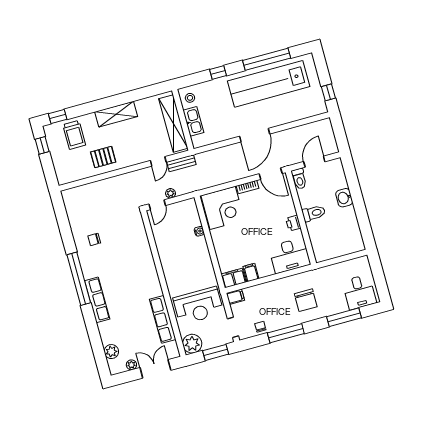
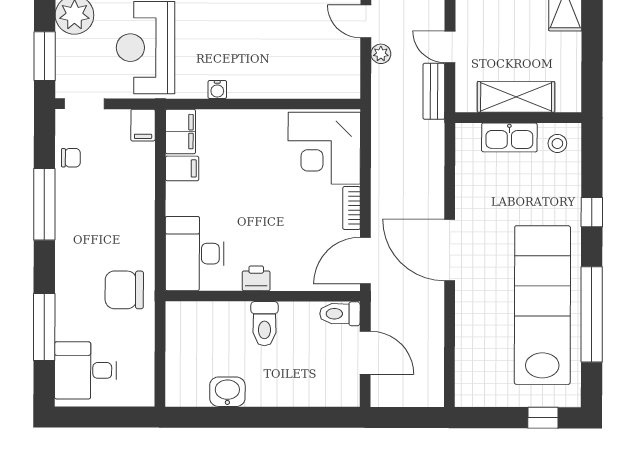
window: (328, 92) -> (543, 418), moved
shelving: (173, 124) -> (516, 97), width x0.68
washbasin: (344, 198) -> (227, 392), moved
water cooler: (199, 231) -> (217, 90), moved
chair: (306, 300) -> (124, 290), moved

